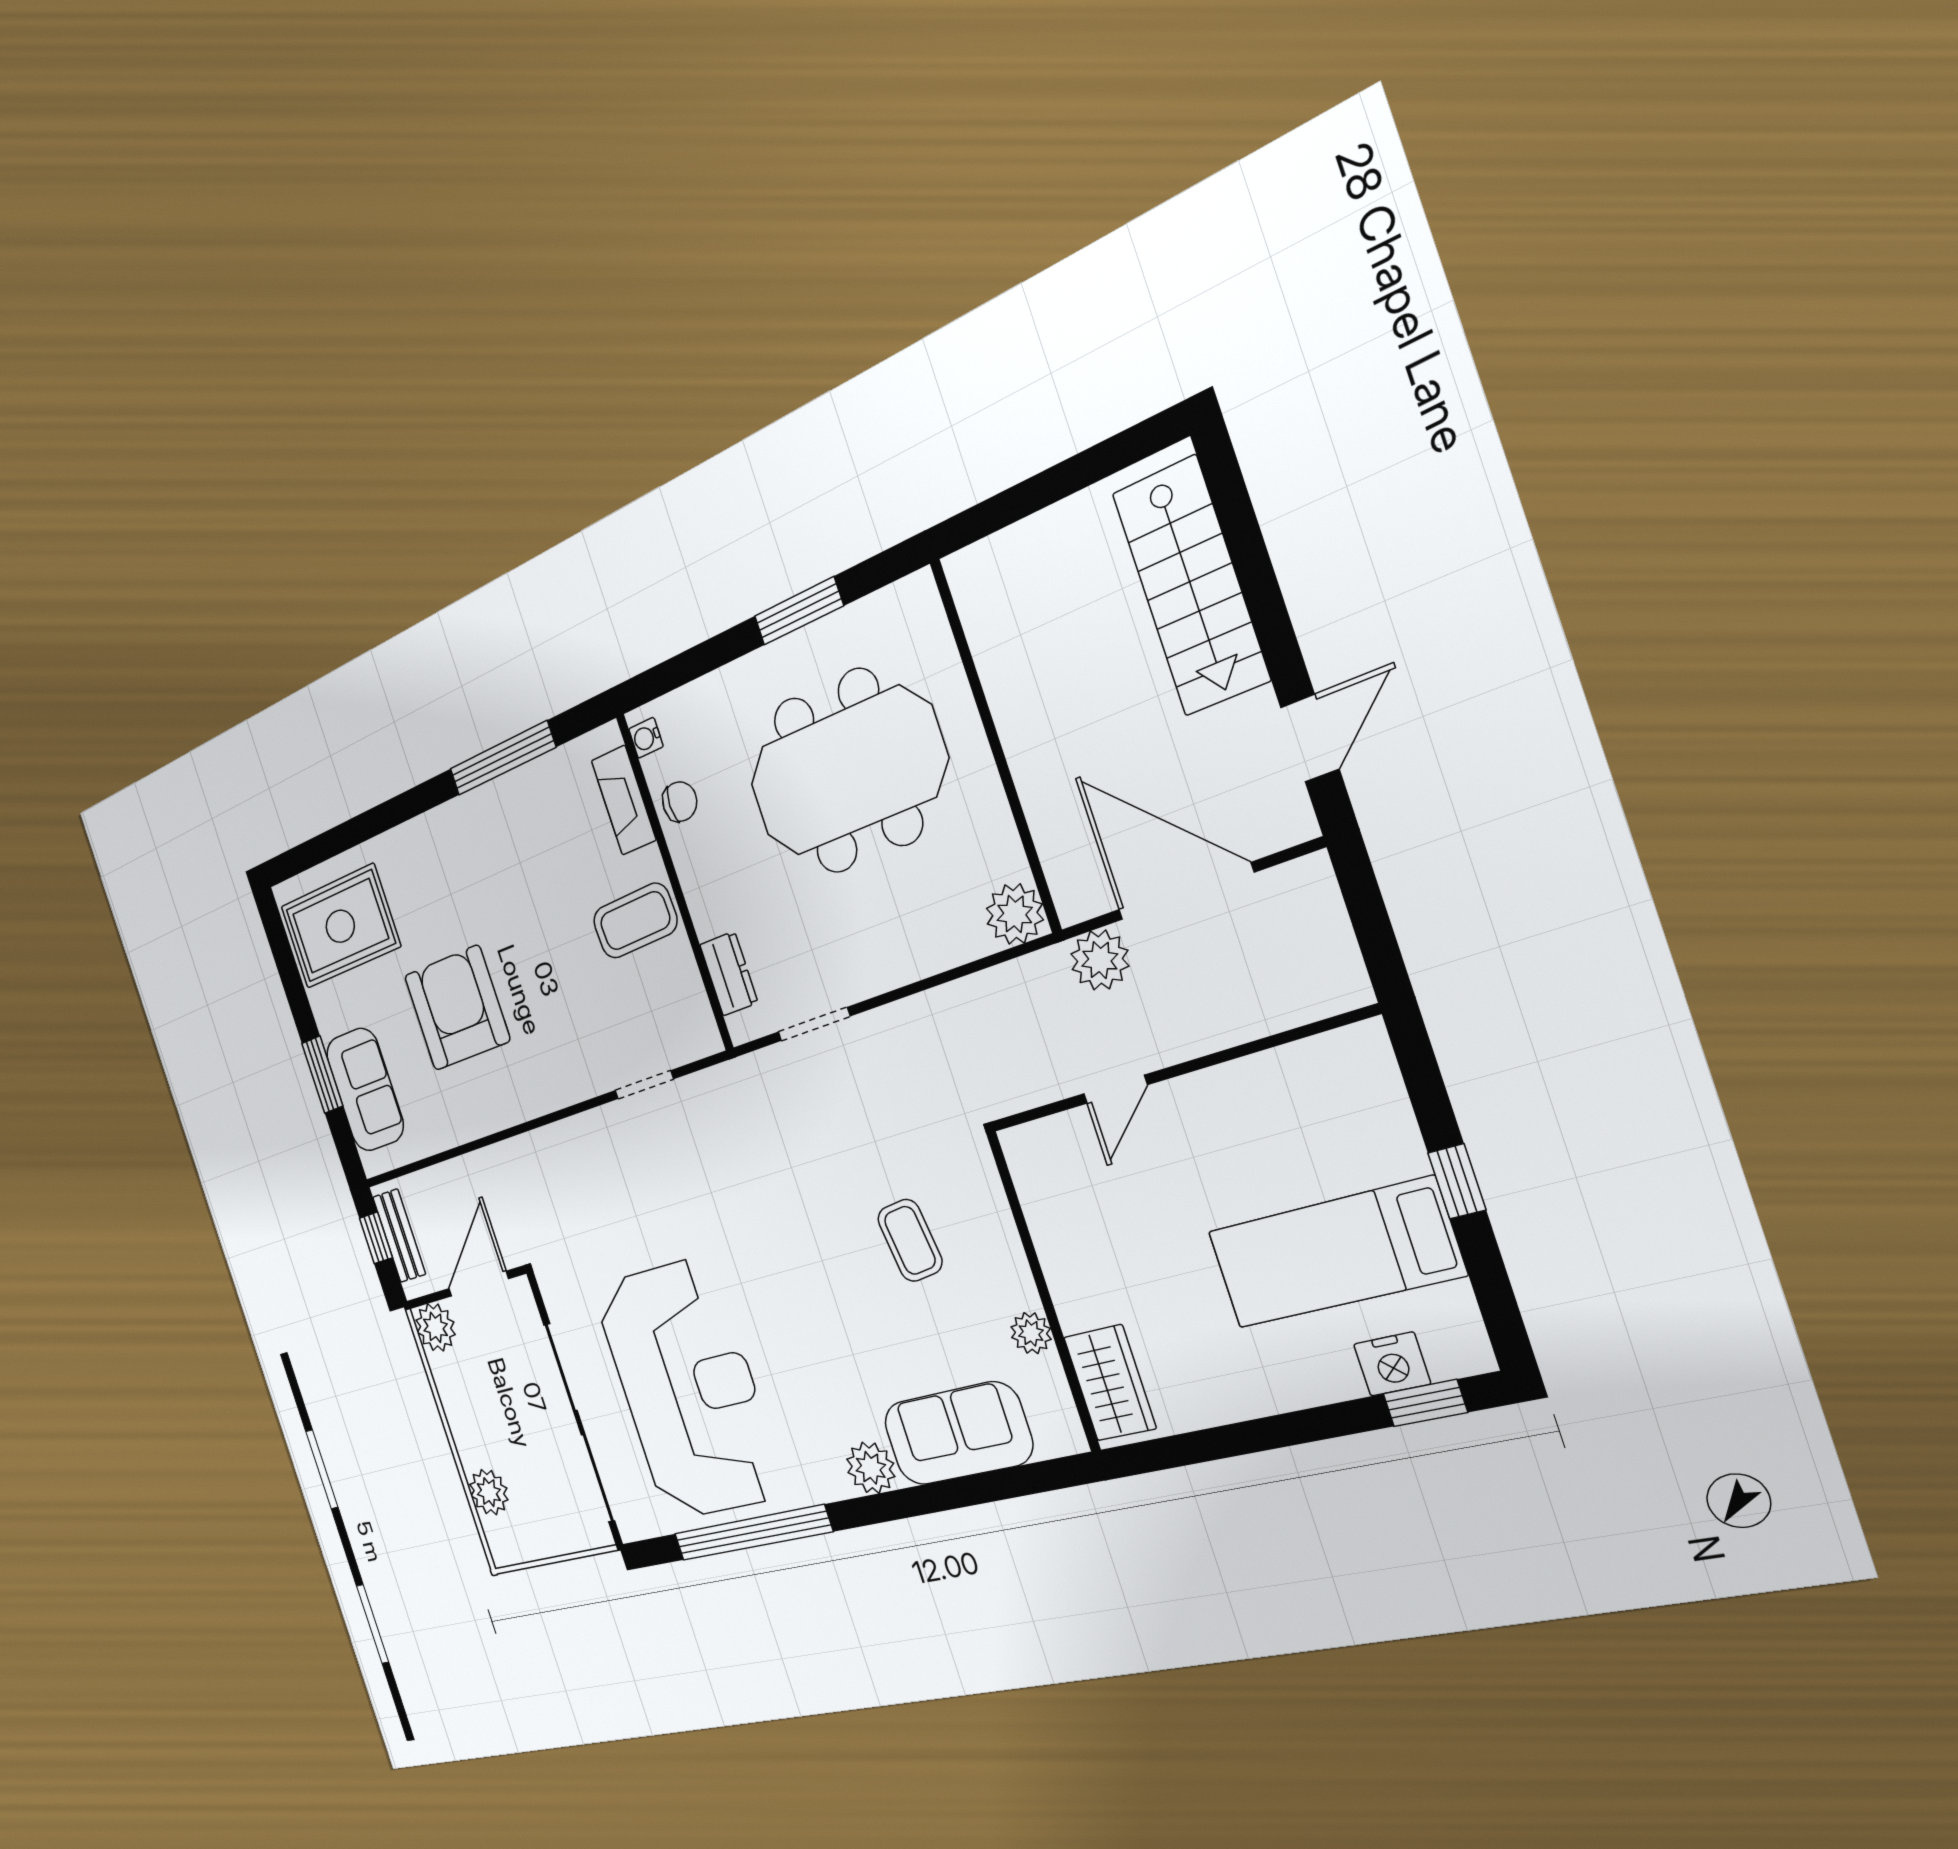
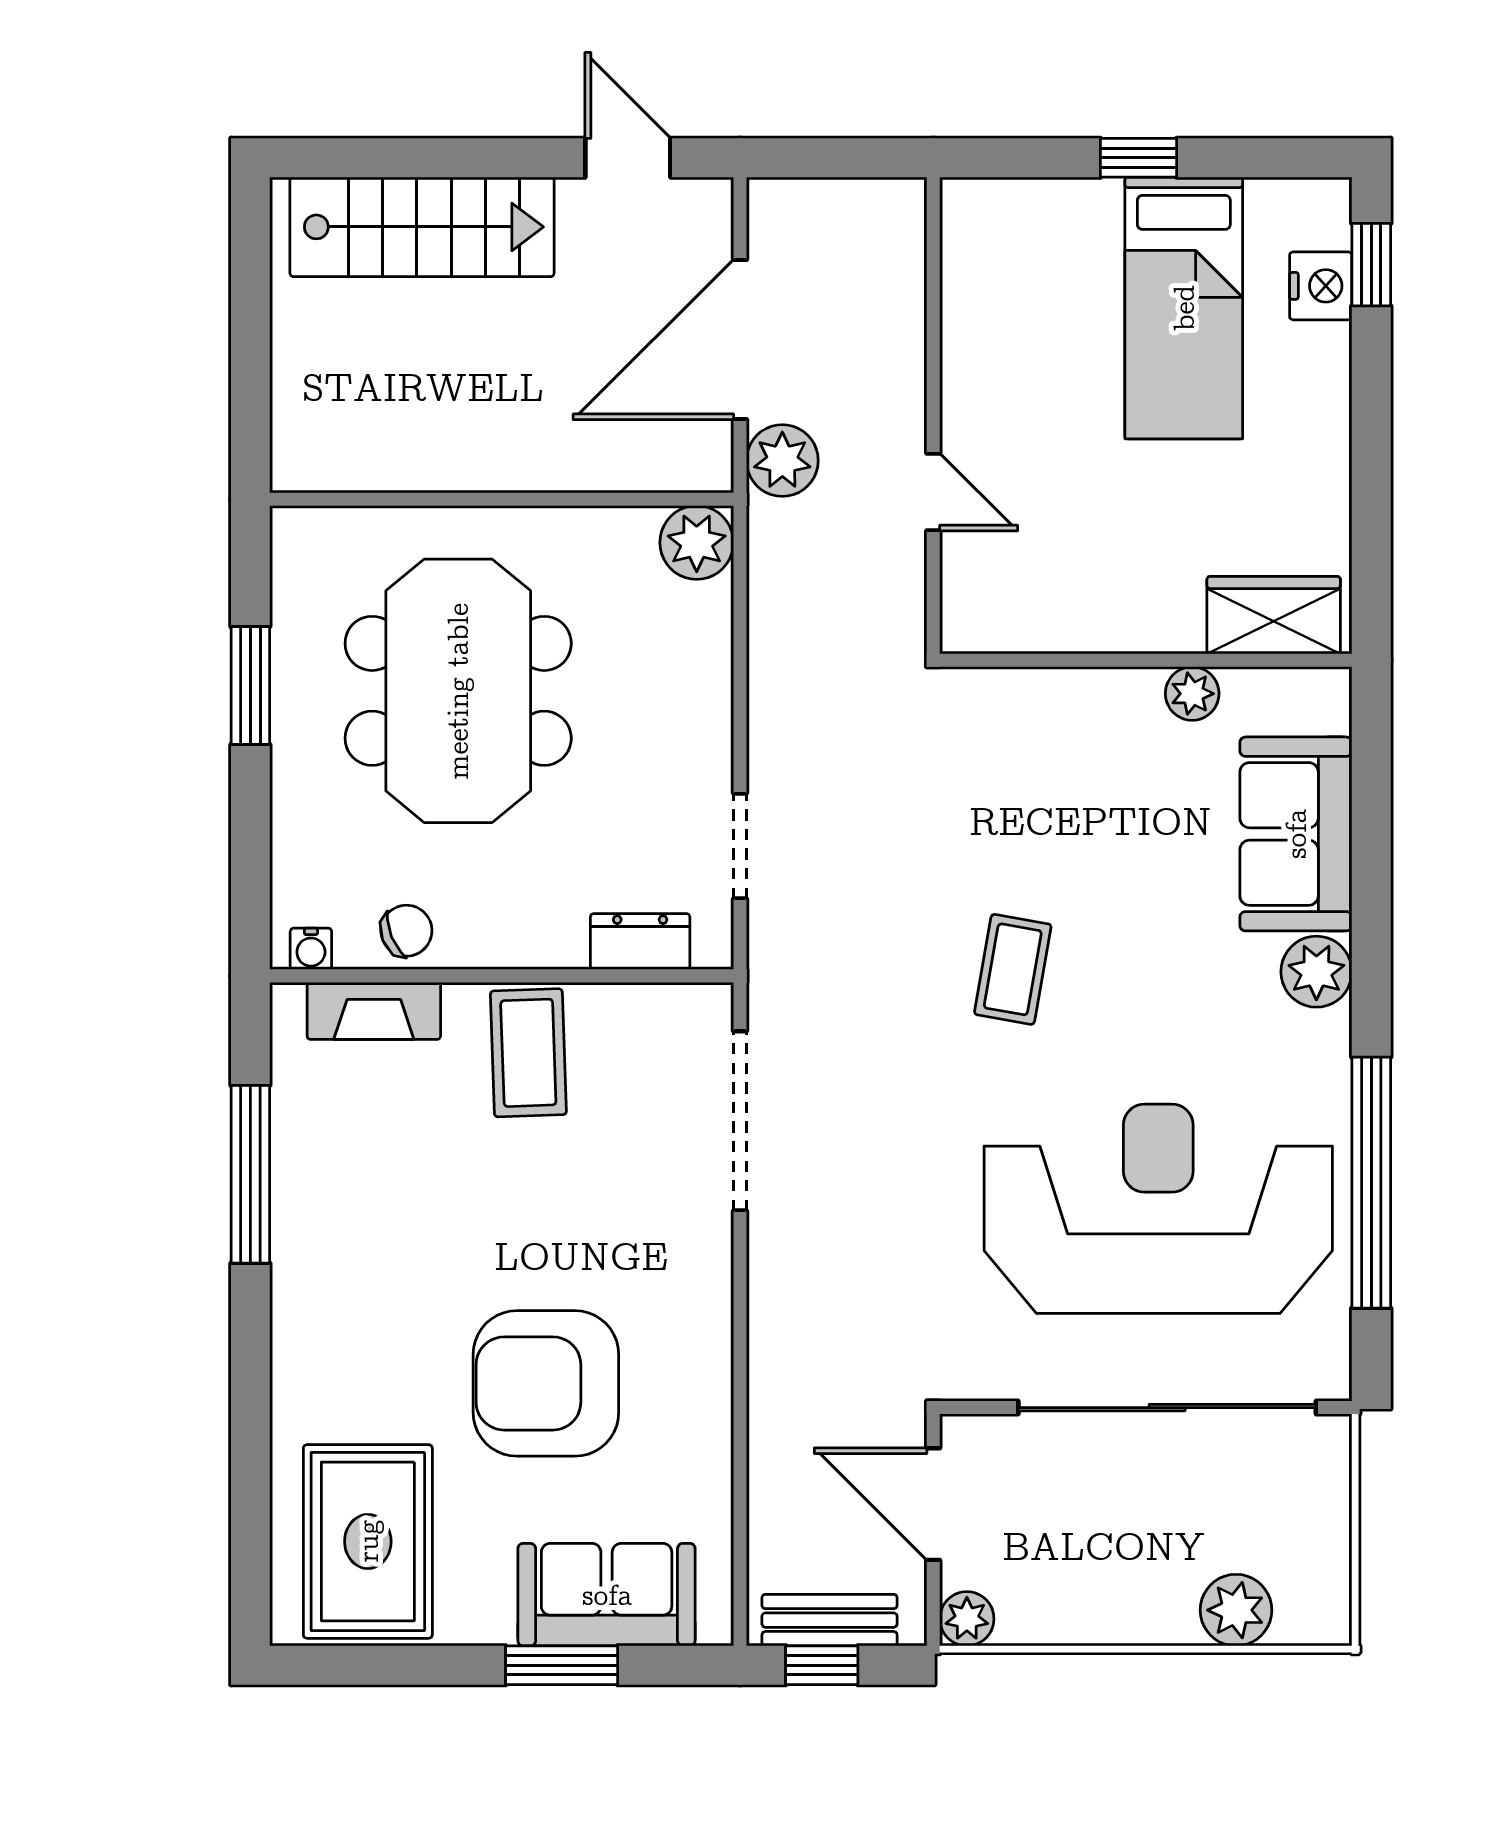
chair: (680, 802) -> (406, 931), turned 68
doorway: (644, 1085) -> (740, 1121), width x1.88
coffee table: (910, 1240) -> (1013, 969), moved, turned -73
plant: (435, 1327) -> (967, 1619), width x0.73, depth x0.73

